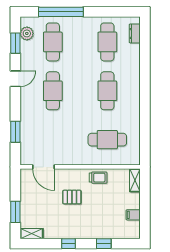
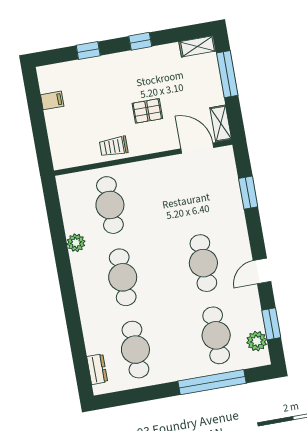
plant: (134, 119) -> (76, 243), added
cafe table: (107, 140) -> (110, 205), turned 90
shelving: (135, 180) -> (221, 123), moved
window: (15, 212) -> (227, 74), width x1.44

